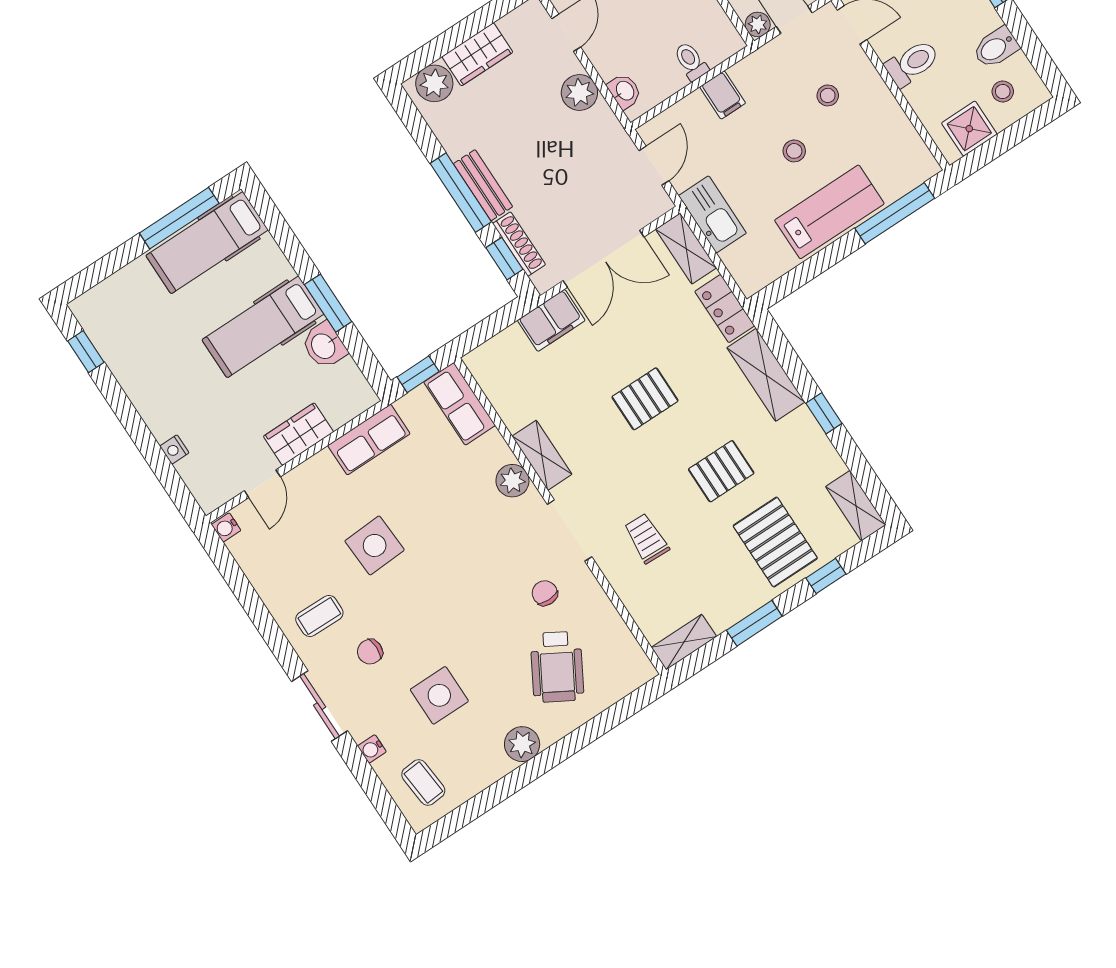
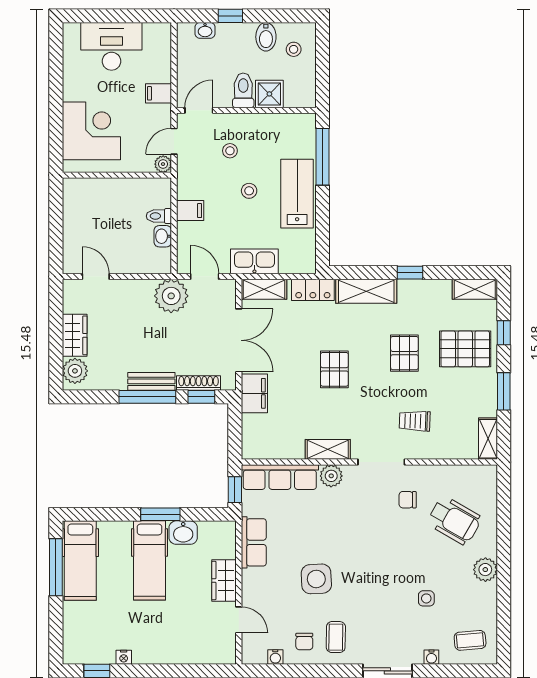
washbasin: (624, 91) -> (163, 236), moved, turned -90
plant: (579, 93) -> (171, 296), moved, width x1.36, depth x1.36
shower: (969, 129) -> (269, 94), moved
row of seats: (460, 404) -> (280, 477), width x1.48
nightstand: (174, 450) -> (124, 657), moved
water cooler: (226, 527) -> (275, 657), moved
chair: (370, 652) -> (304, 642), moved
side table: (439, 695) -> (426, 598), width x0.54, depth x0.54

